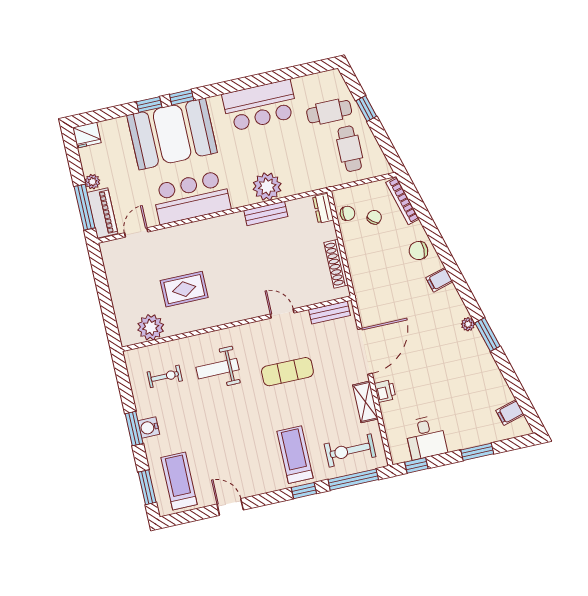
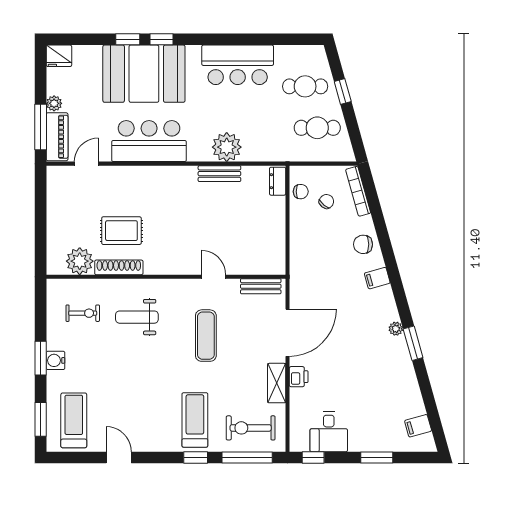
cafe table: (350, 149) -> (317, 128), turned 90
shoe rack: (336, 264) -> (119, 267), moved, turned 90
exercise mat: (287, 372) -> (206, 336), turned 90

